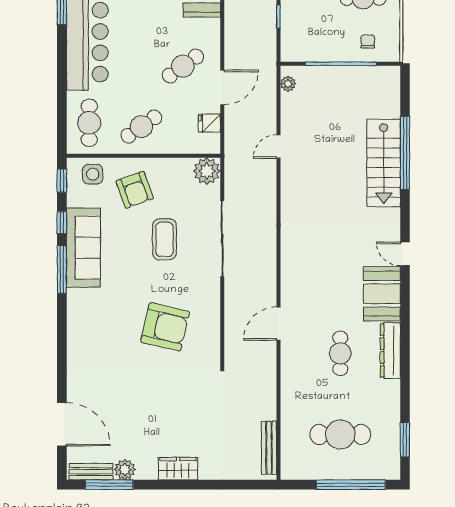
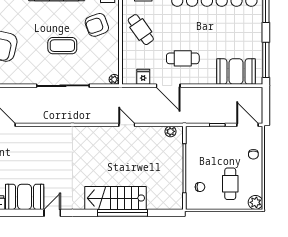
cafe table: (183, 66) -> (183, 58), turned -54
plant: (207, 171) -> (114, 79), width x0.53, depth x0.53

